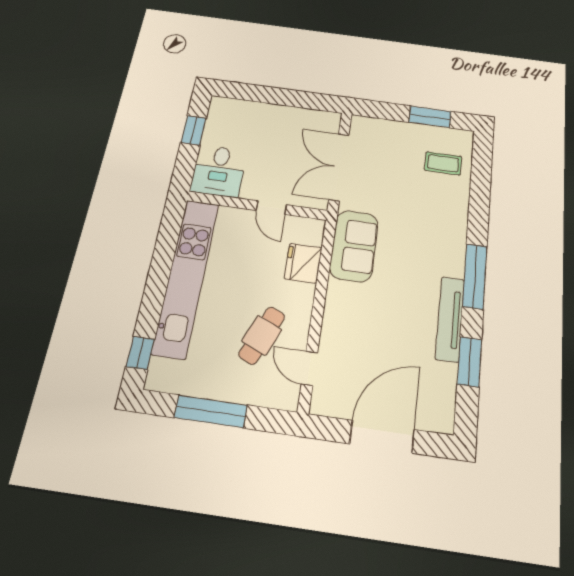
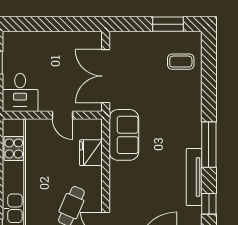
window: (470, 362) -> (209, 204), width x0.67

